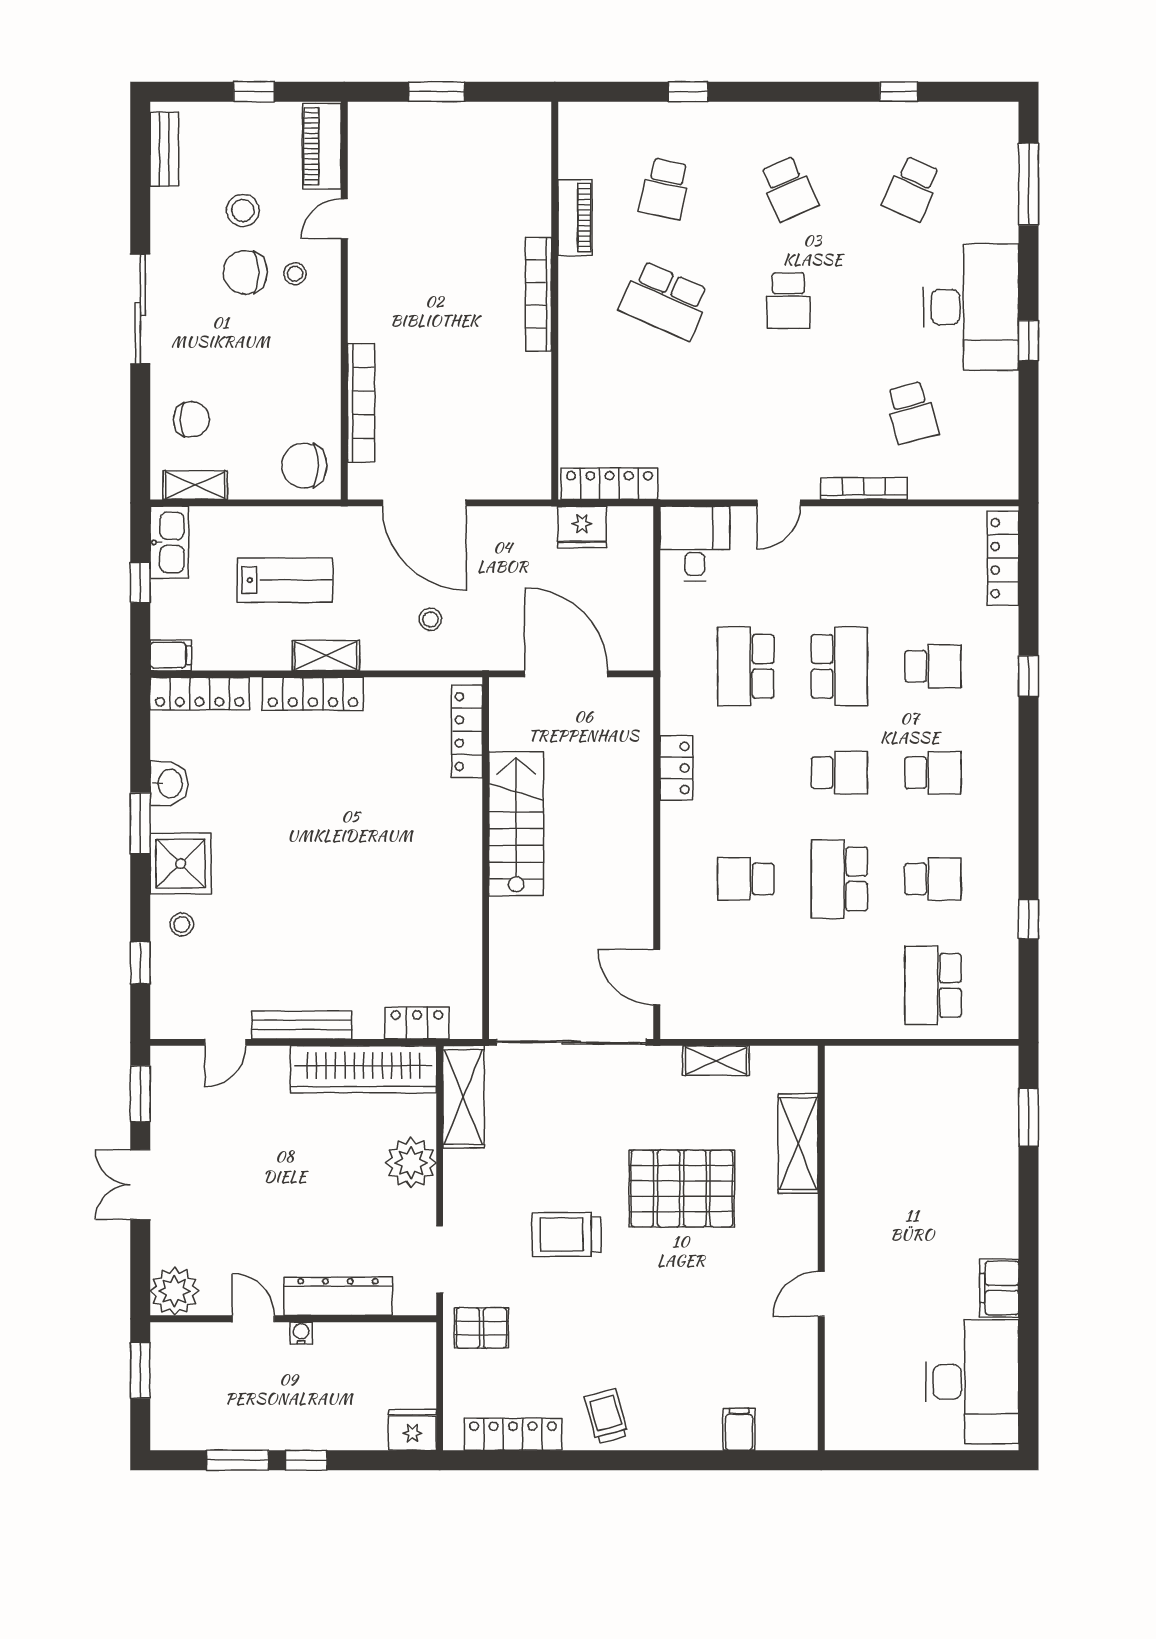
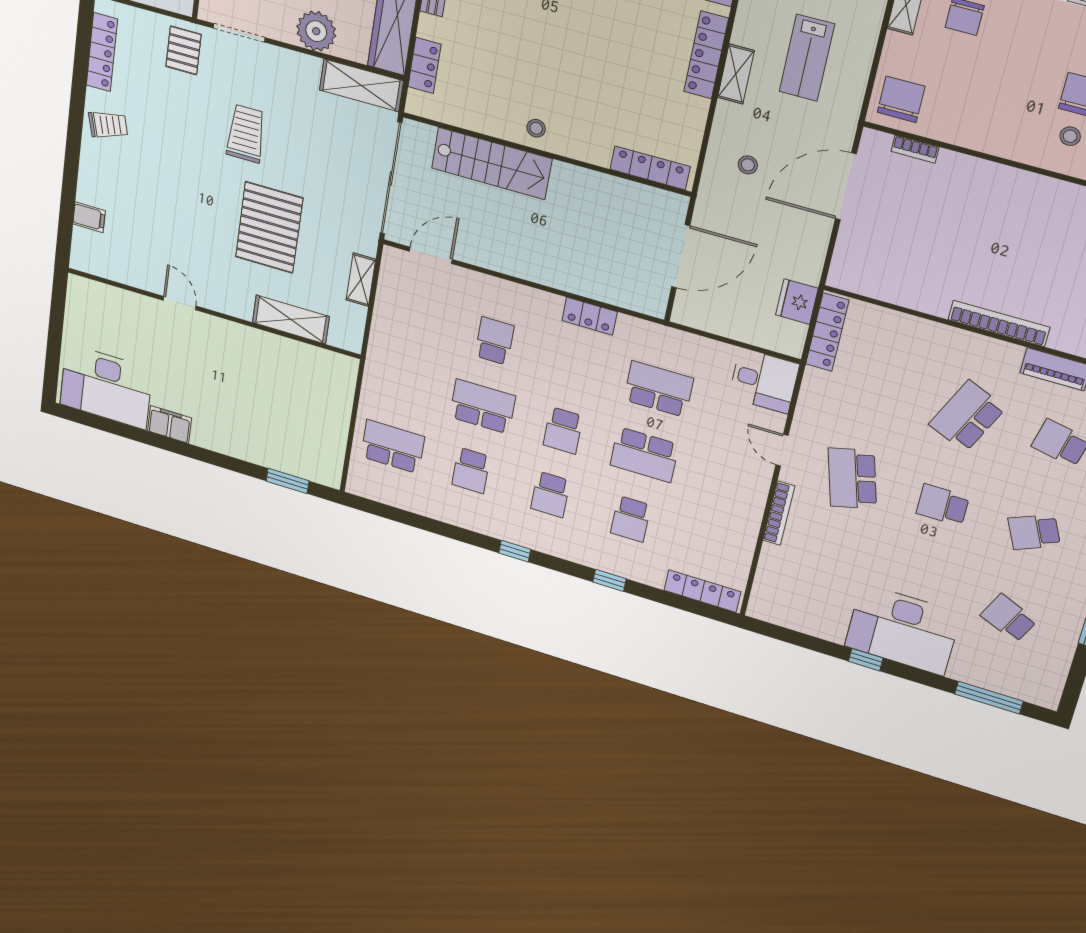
bookcase: (361, 403) -> (915, 149), width x0.43, depth x0.76
school desk: (912, 413) -> (852, 478), moved, width x1.85
stairs: (516, 824) -> (492, 163), moved
stool: (457, 875) -> (536, 128), added
window: (1029, 919) -> (515, 551), moved

